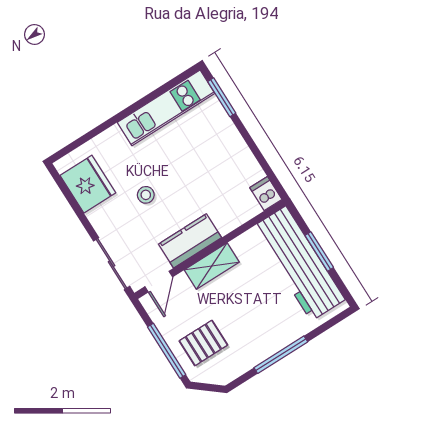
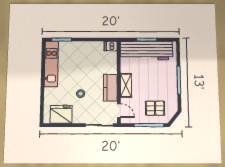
pallet: (203, 343) -> (155, 108), turned 90

